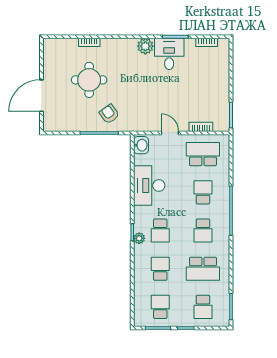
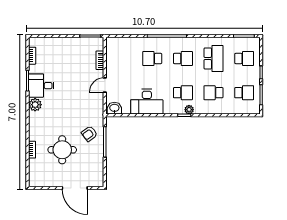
school desk: (203, 154) -> (122, 58), removed
school desk: (160, 307) -> (244, 93), turned 180

